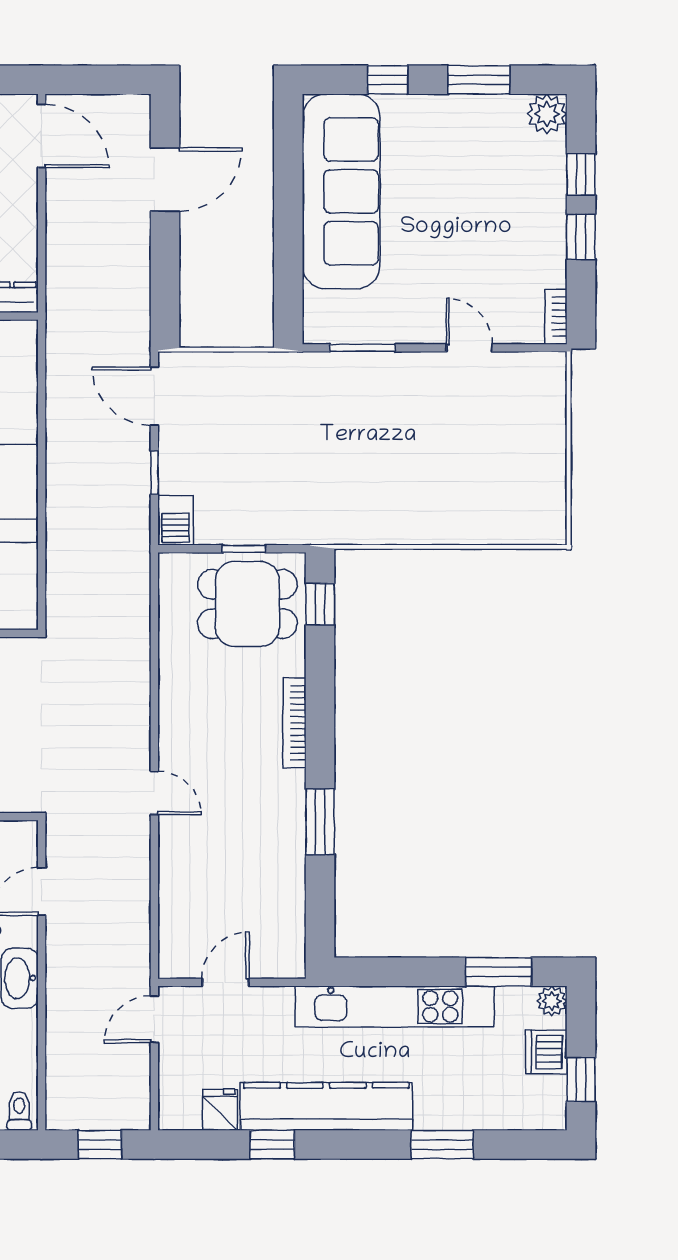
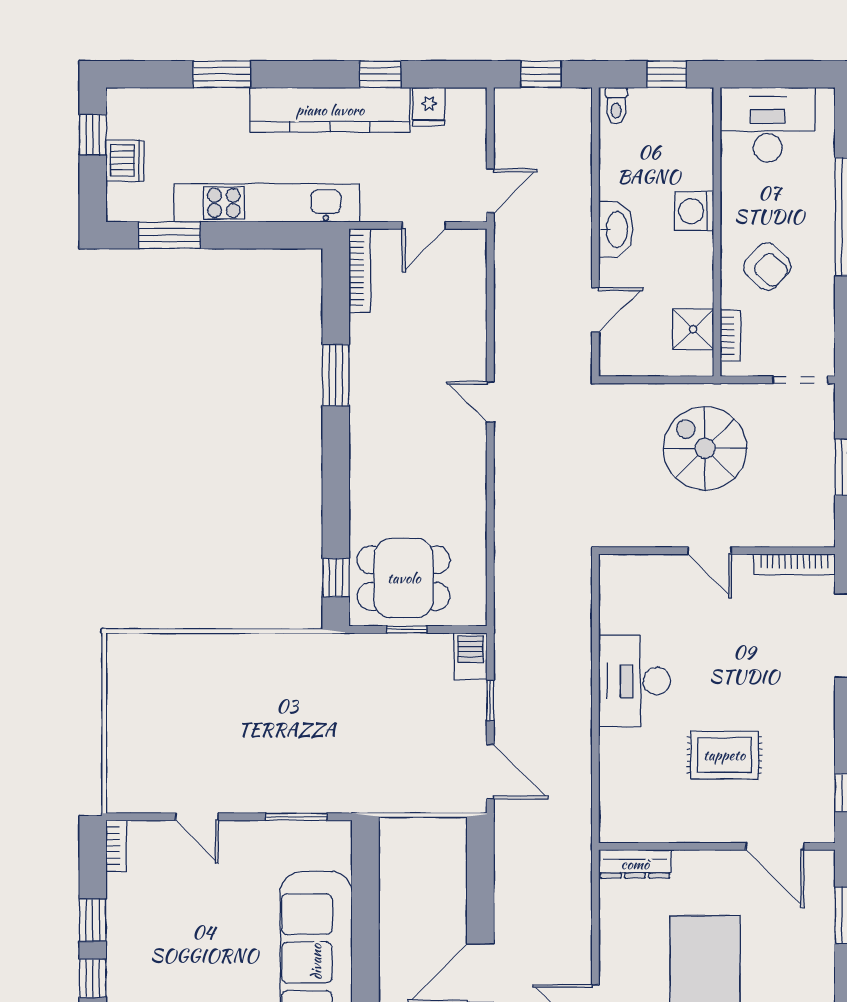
bookcase: (294, 723) -> (360, 271), moved
plant: (552, 1001) -> (120, 208), removed

